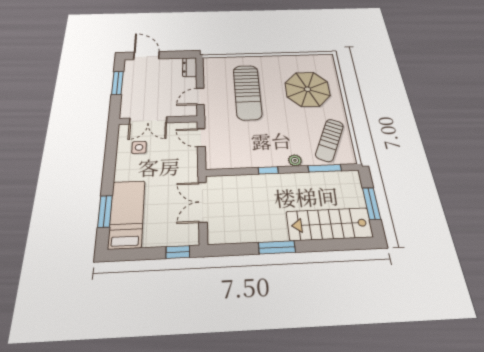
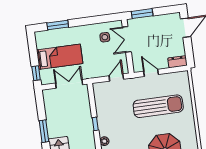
window: (117, 83) -> (142, 14), moved
sun lounger: (247, 92) -> (158, 106), turned 180
bed: (127, 214) -> (60, 57), moved

